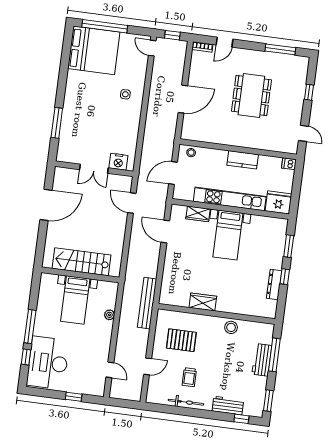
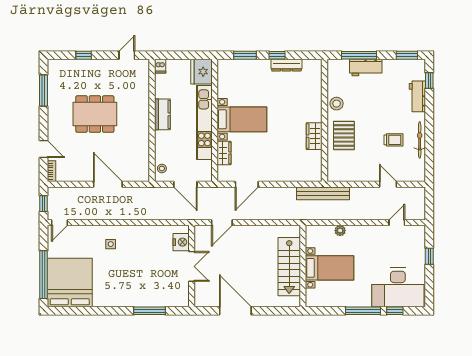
pallet: (181, 340) -> (344, 135), moved

